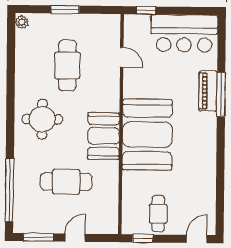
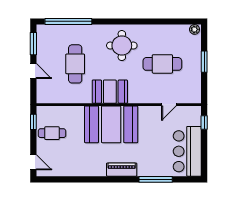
piano: (208, 91) -> (122, 170), moved
window: (221, 95) -> (156, 179), moved

